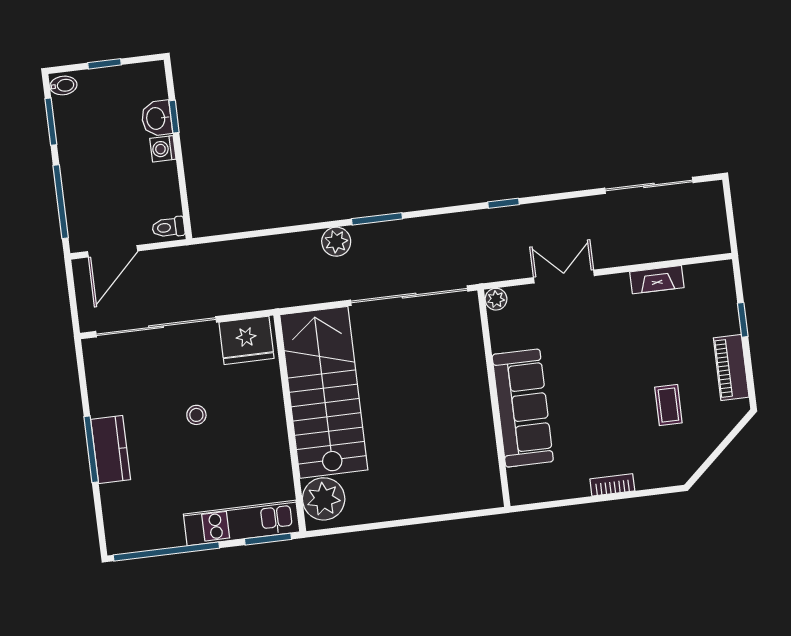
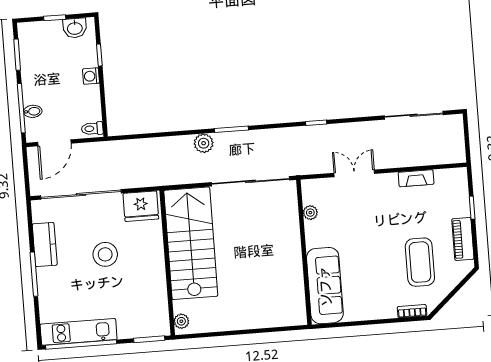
bidet: (63, 85) -> (33, 111), moved
washbasin: (157, 118) -> (75, 28), moved, turned -90
plant: (496, 299) -> (310, 213), moved
coffee table: (668, 405) -> (420, 262), width x1.86, depth x1.72
sofa: (523, 408) -> (325, 286), moved
stool: (196, 415) -> (105, 254), width x1.89, depth x1.89
kitchen counter: (111, 449) -> (45, 245), moved
bookcase: (612, 485) -> (412, 311), moved
plant: (324, 499) -> (181, 321), width x0.53, depth x0.53
kitchen unit: (242, 523) -> (79, 332), moved

